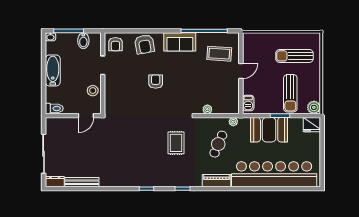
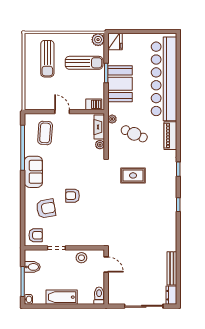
armchair: (145, 44) -> (46, 208), moved
fireplace: (225, 109) -> (99, 127), added

